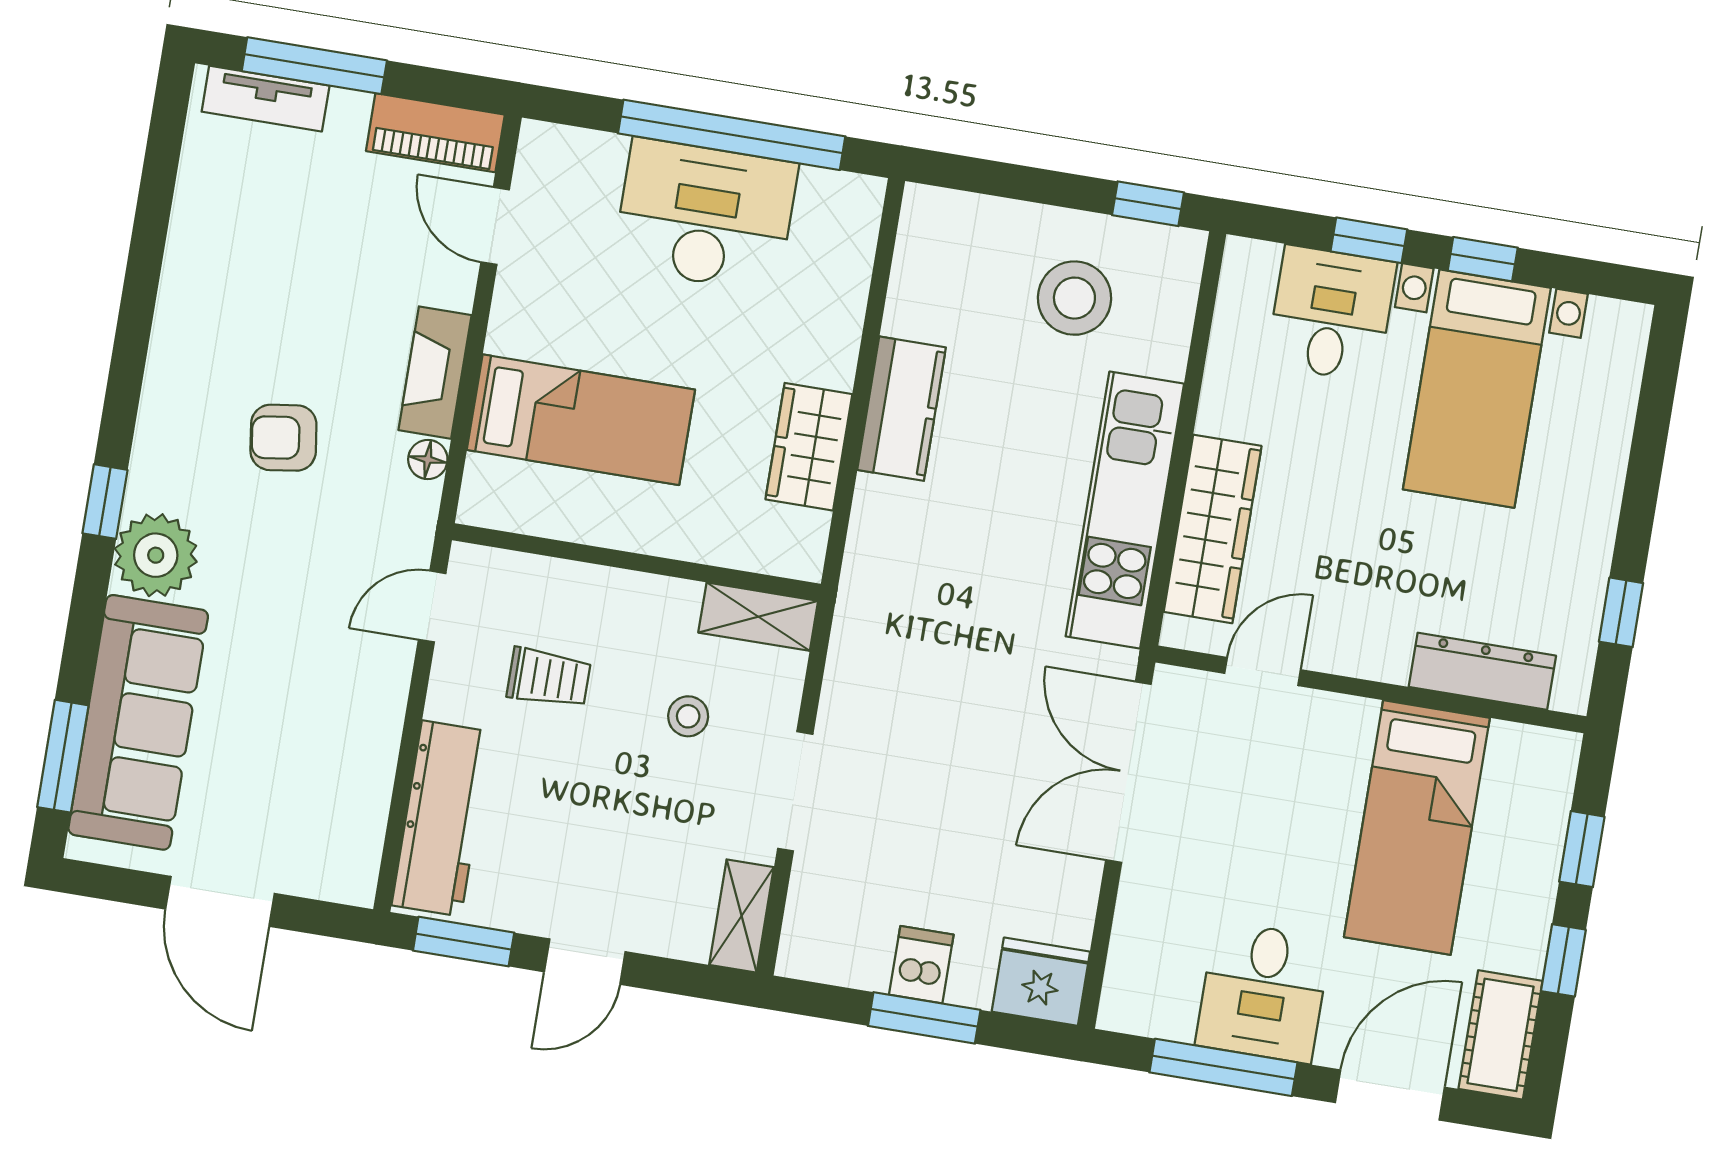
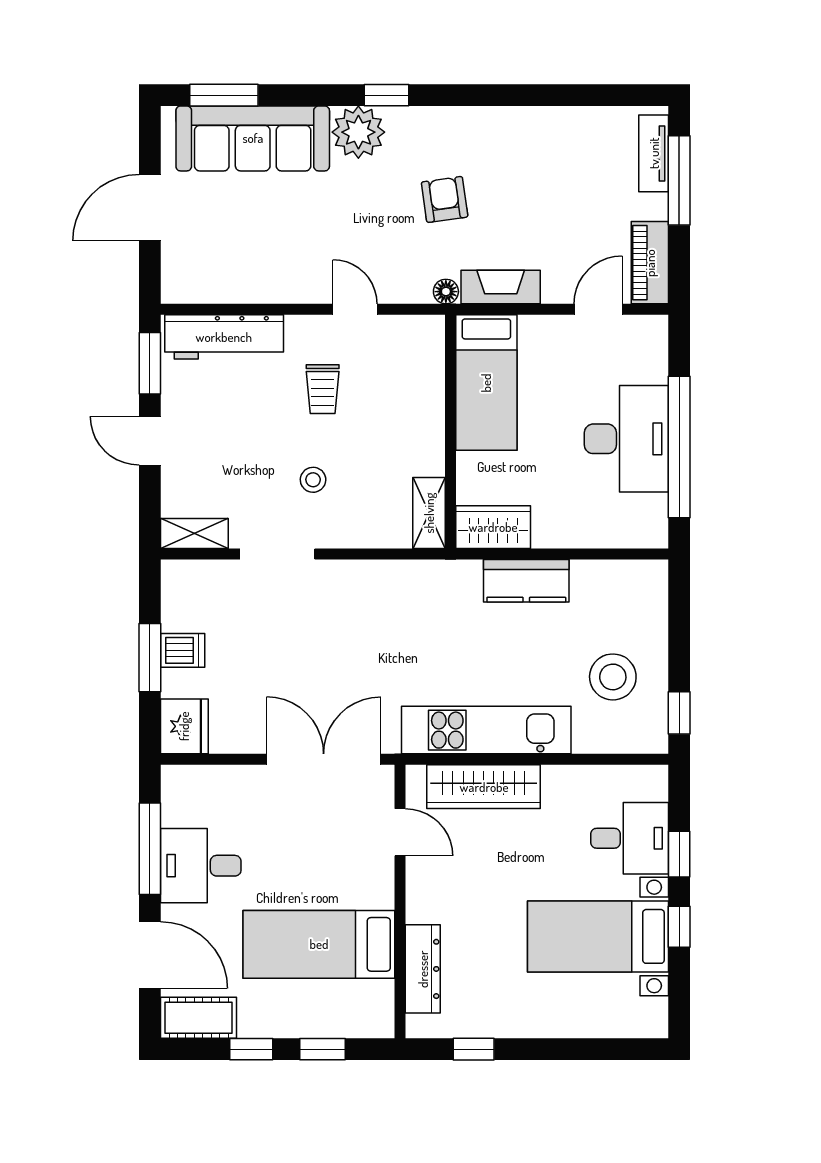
wall: (636, 562) -> (450, 432), moved
shelving: (758, 617) -> (429, 513), moved

